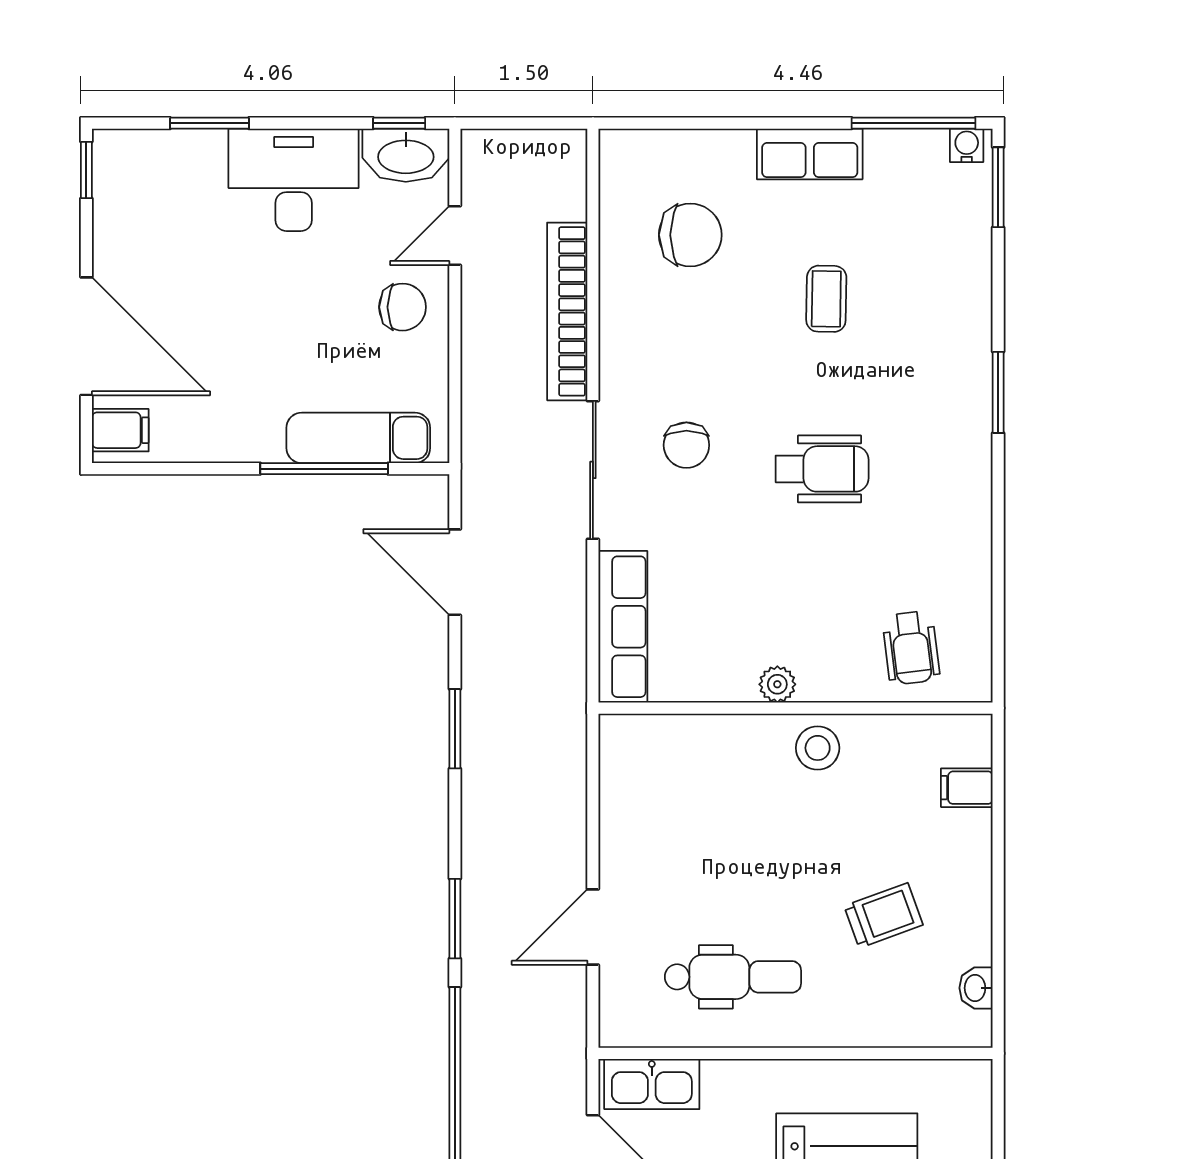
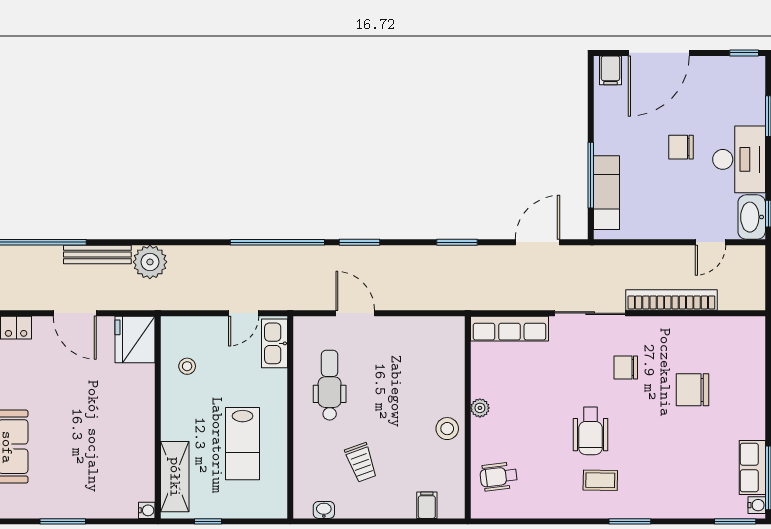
row of seats: (810, 154) -> (752, 468), moved
door: (455, 235) -> (711, 242), swing flipped
chair: (690, 235) -> (692, 390), moved, turned 90
coffee table: (826, 299) -> (600, 480), moved
chair: (403, 307) -> (681, 147), moved, turned 90
chair: (686, 445) -> (626, 368), moved
dental chair: (733, 977) -> (330, 385), turned 180

